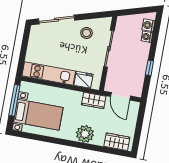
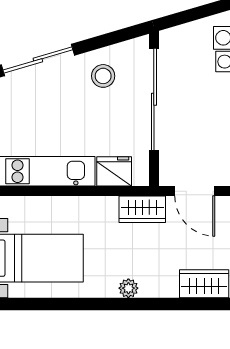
sliding door: (109, 49) -> (154, 99), width x1.36
plant: (85, 134) -> (128, 288), width x0.53, depth x0.53

